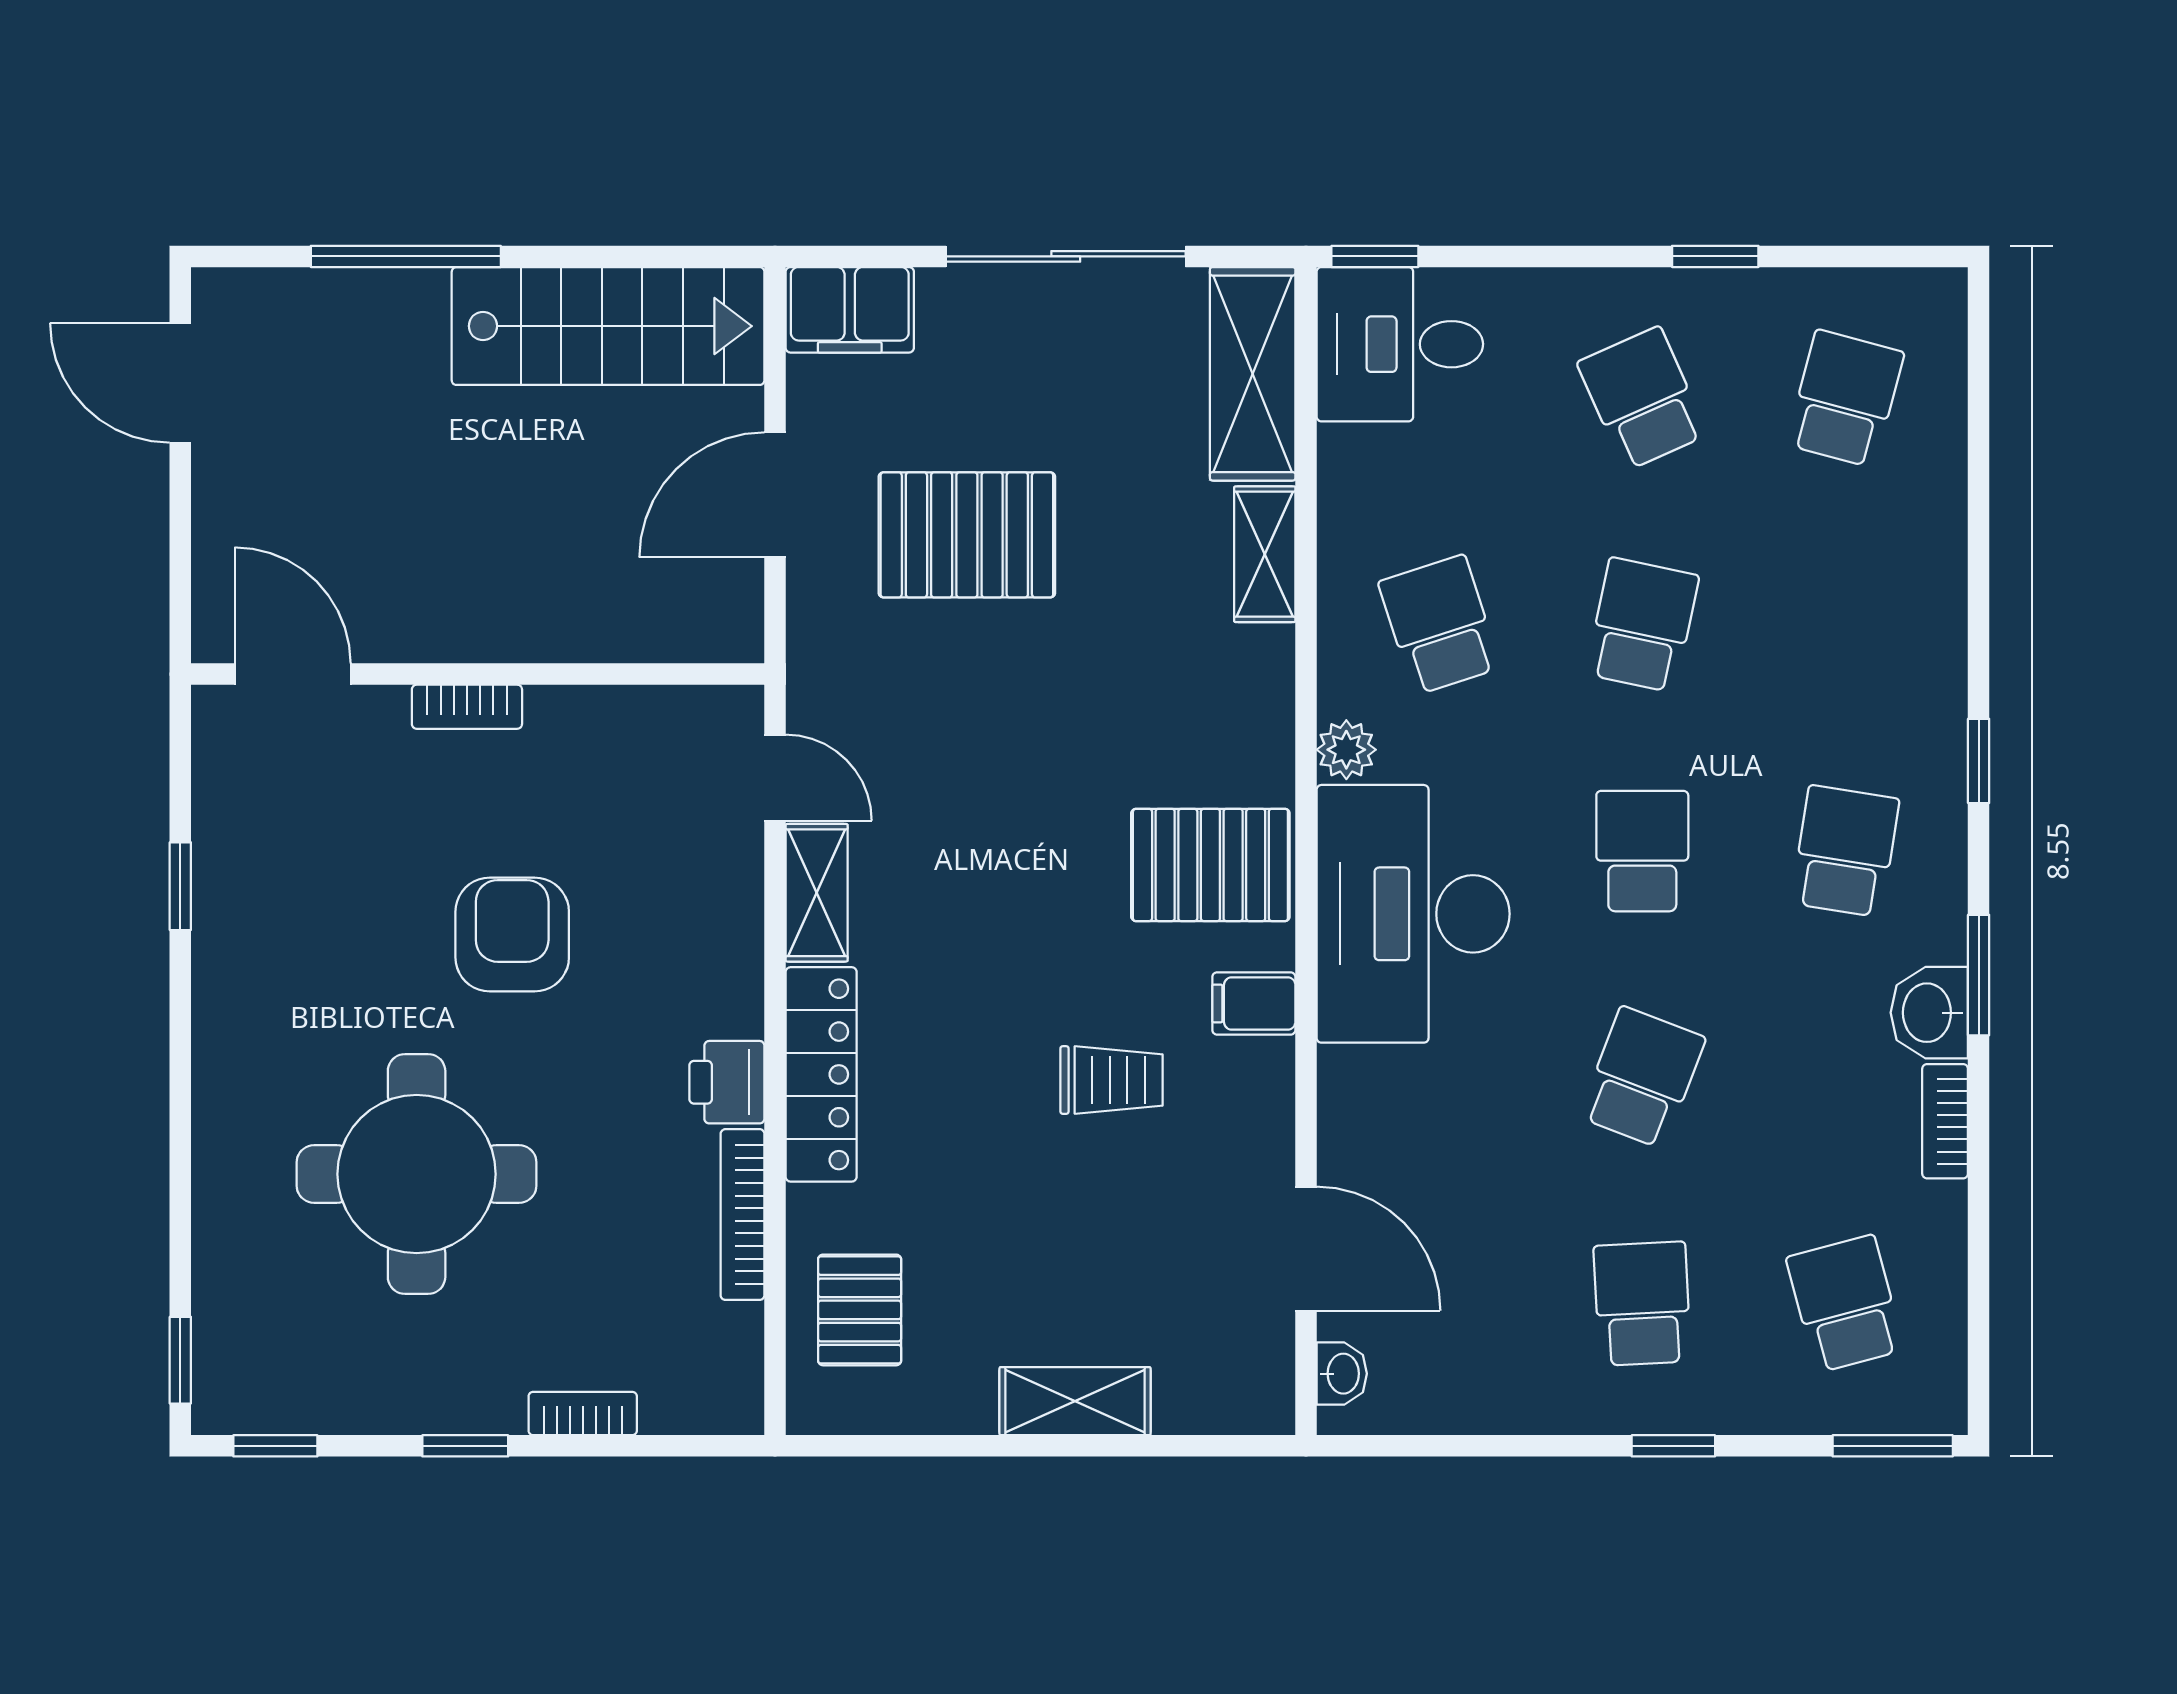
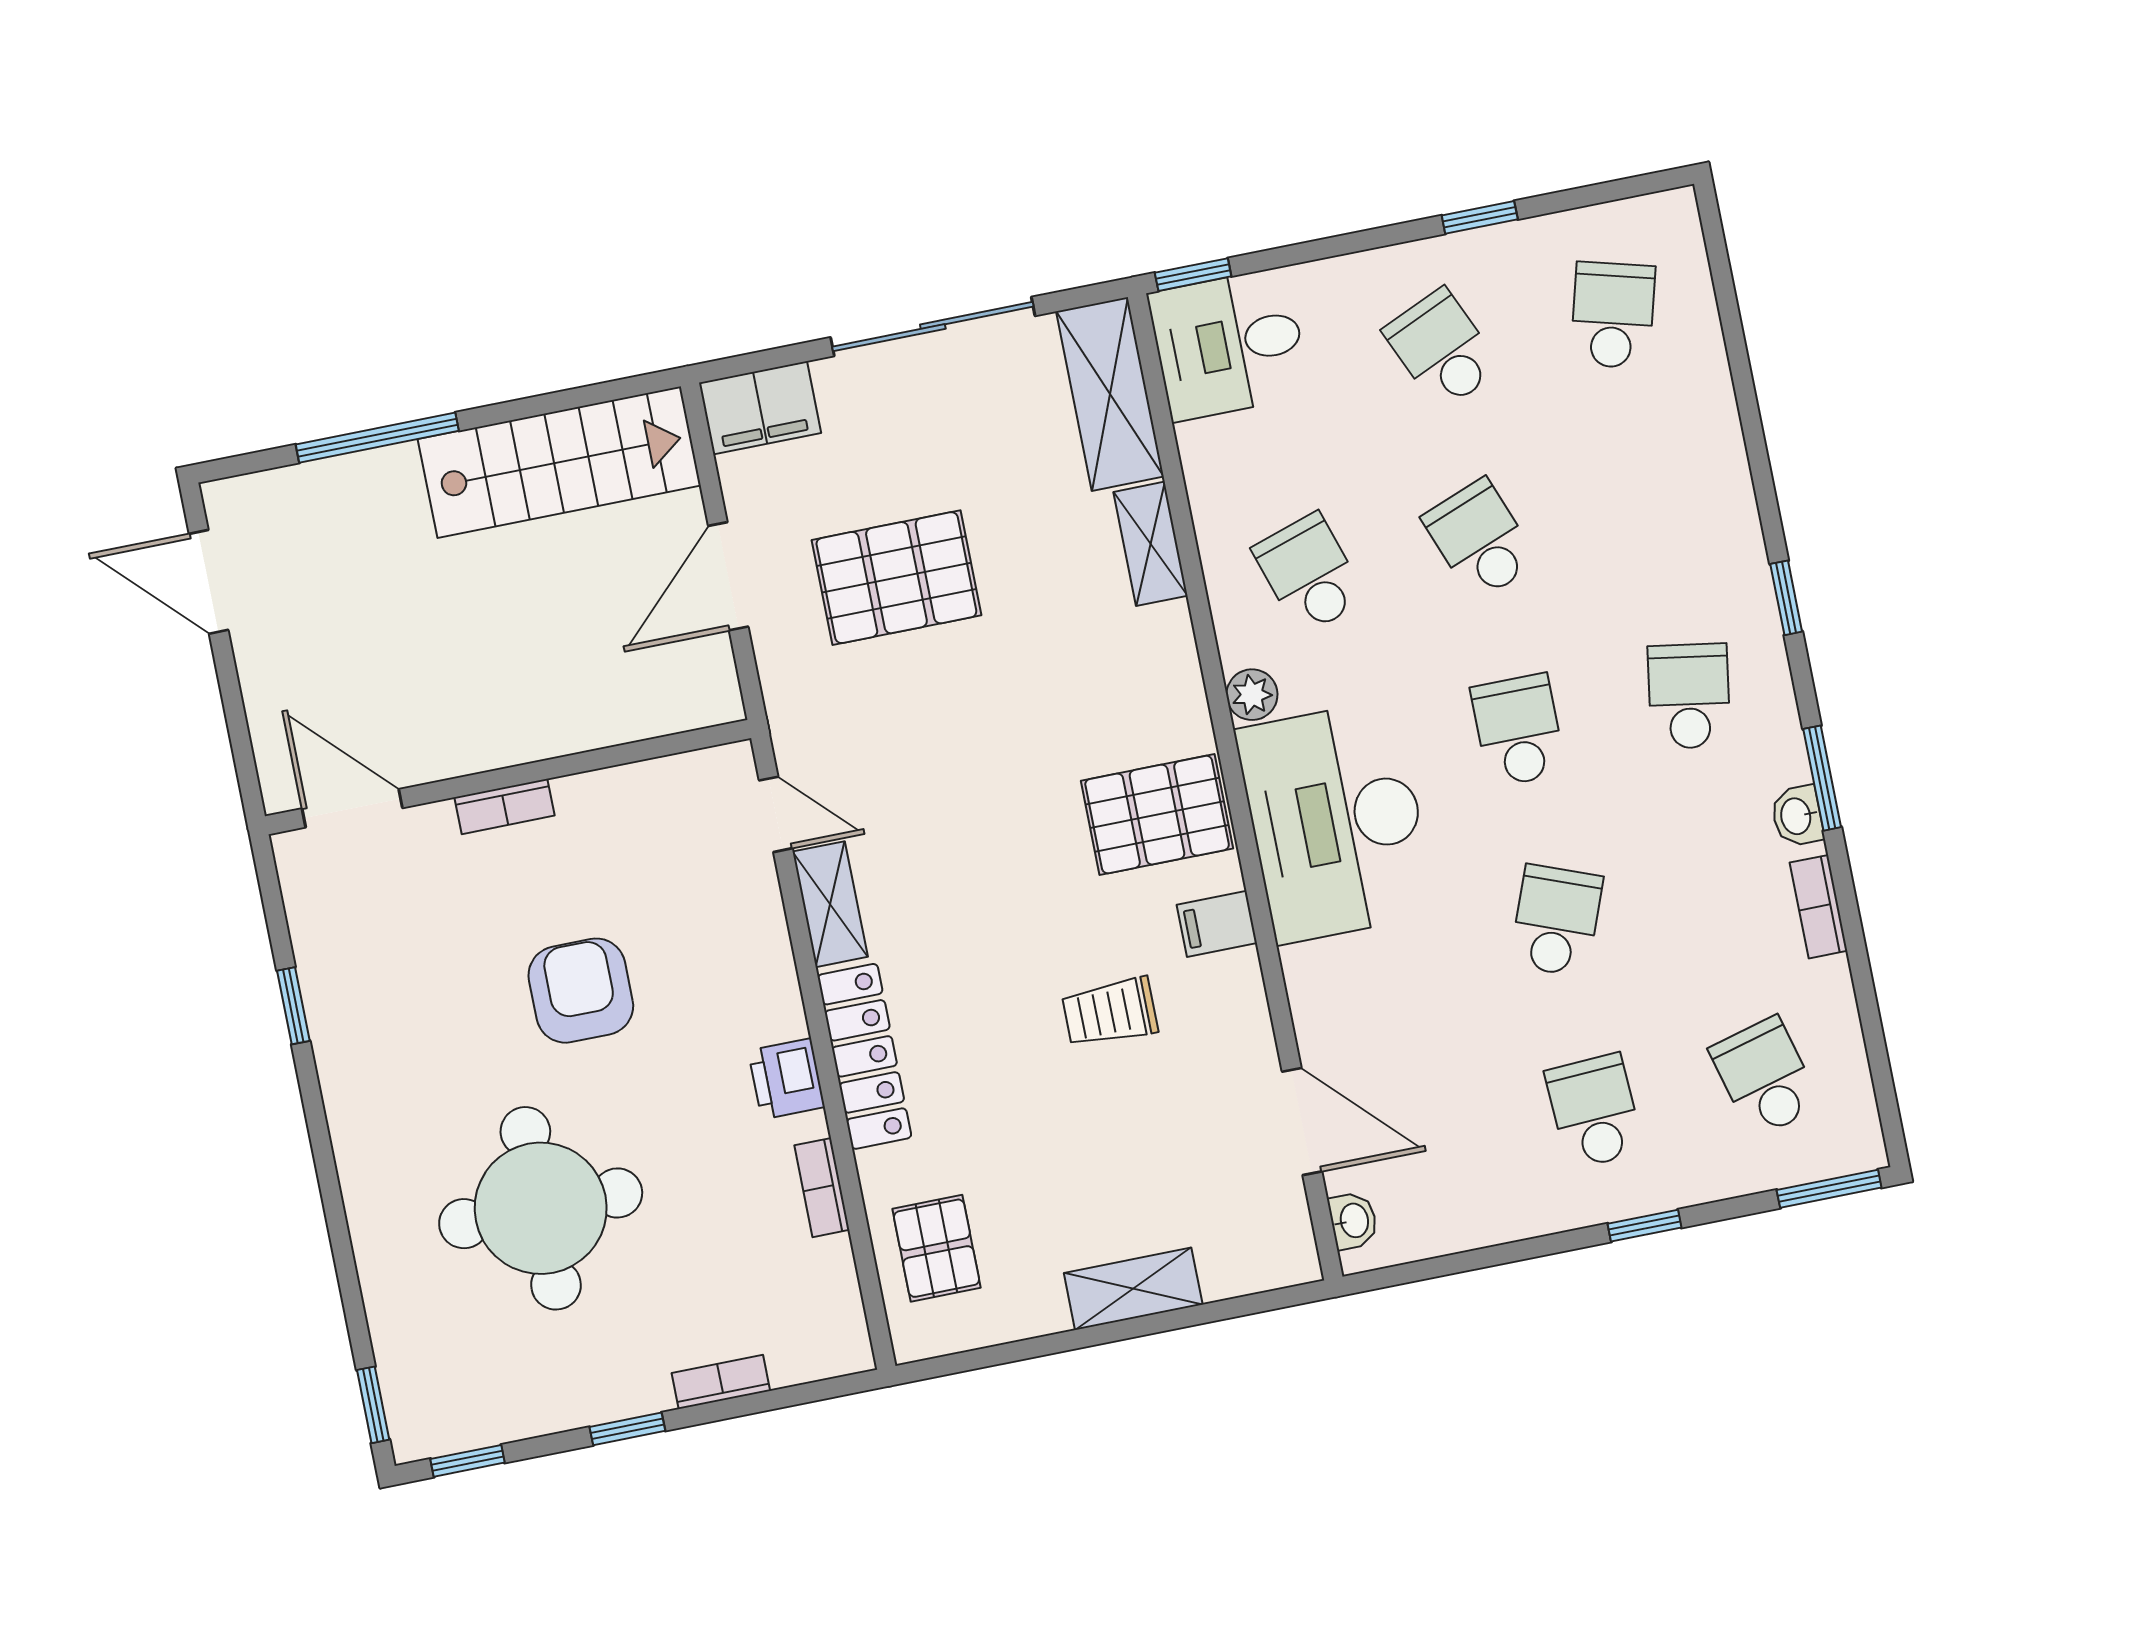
school desk: (1642, 625) -> (1480, 540), turned -33
washbasin: (1929, 1013) -> (1797, 816), width x0.72, depth x0.69
trolley: (1111, 1080) -> (1110, 1012), turned 180
bookcase: (743, 1215) -> (822, 1188), width x0.64

